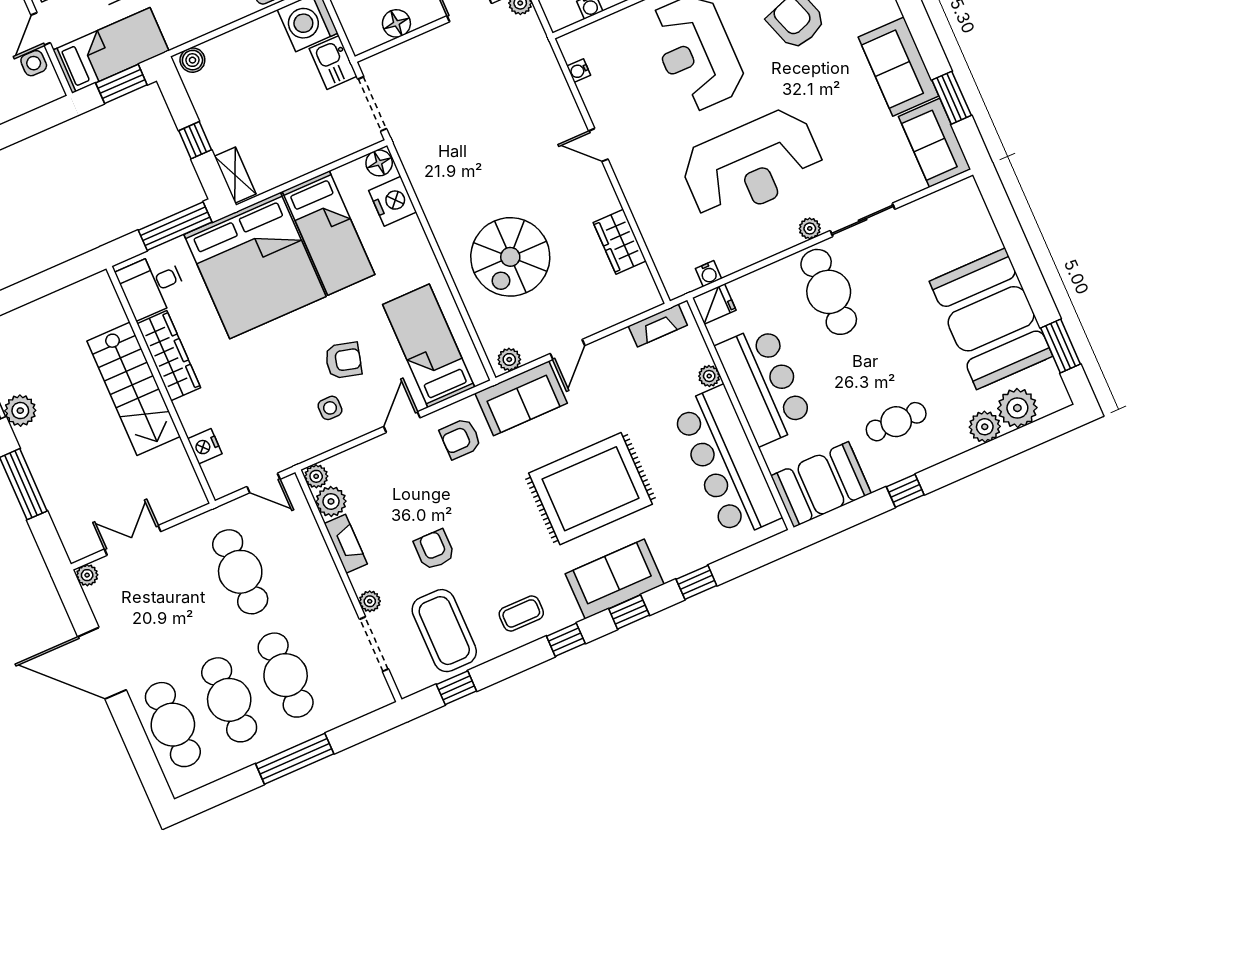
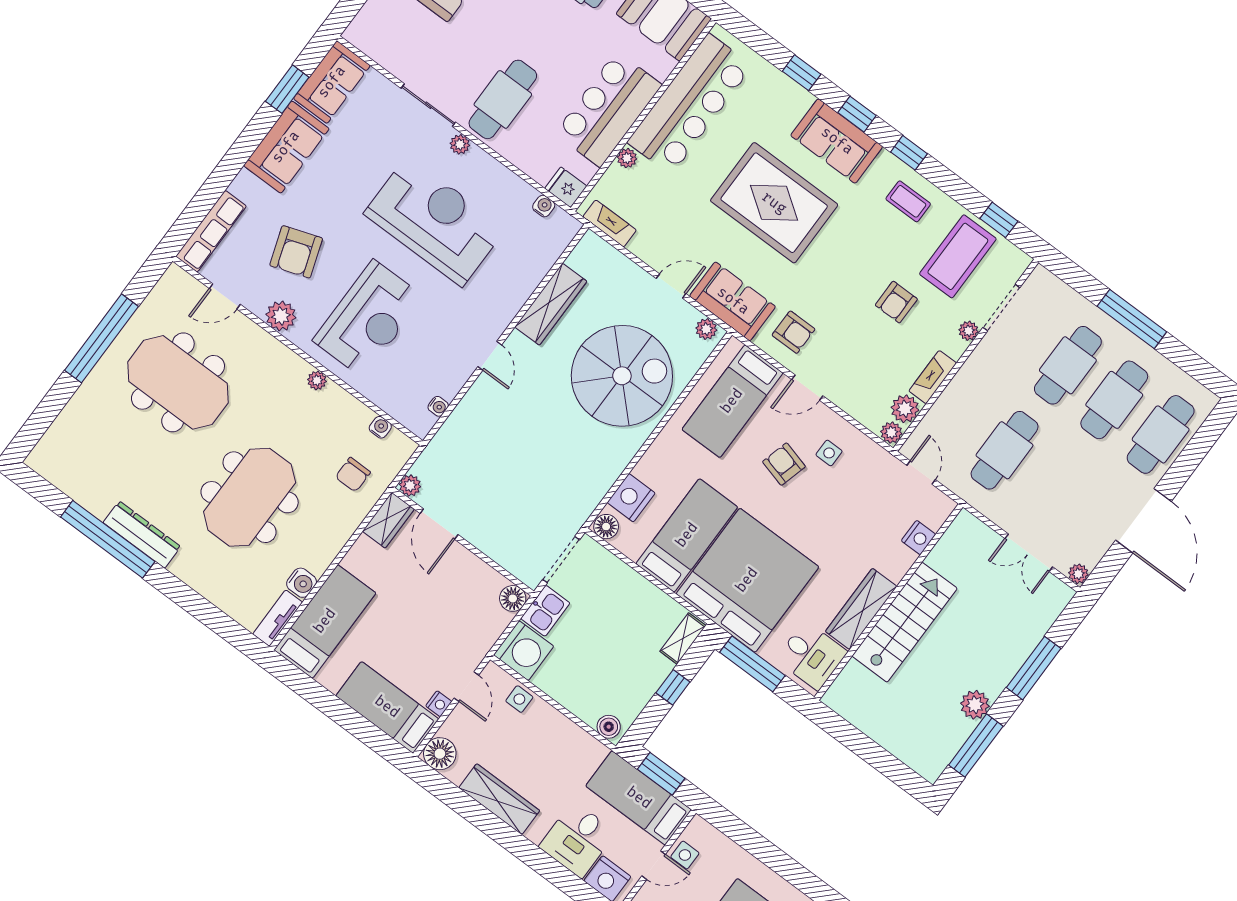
floor lamp: (396, 23) -> (513, 598), moved
wardrobe: (620, 242) -> (551, 304), width x1.50
spiral stairs: (510, 257) -> (622, 376), width x1.37, depth x1.37

